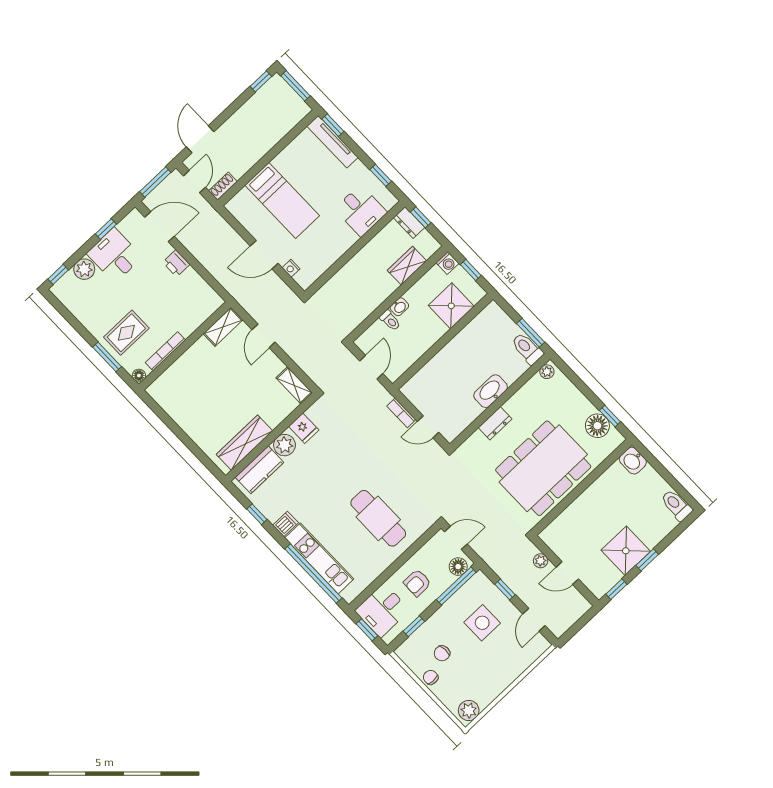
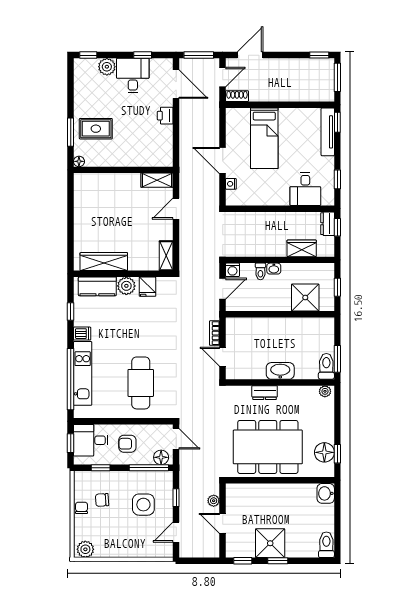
washing machine: (447, 263) -> (232, 270), moved
bookcase: (165, 351) -> (109, 162), removed

